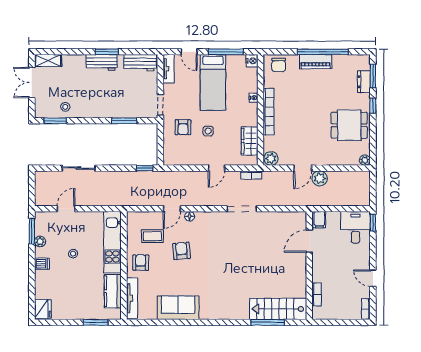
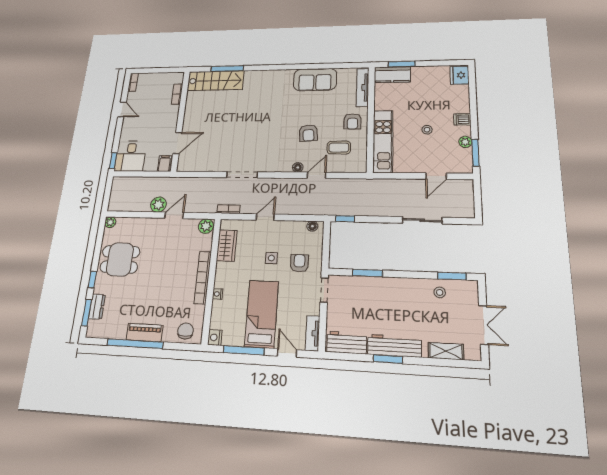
shelving: (48, 61) -> (446, 351), moved
workbench: (102, 62) -> (394, 346), width x1.37
floor lamp: (173, 161) -> (312, 226), added
kitchen counter: (113, 291) -> (392, 75), moved, turned 90

